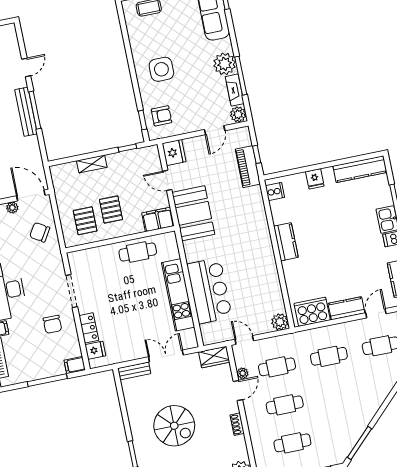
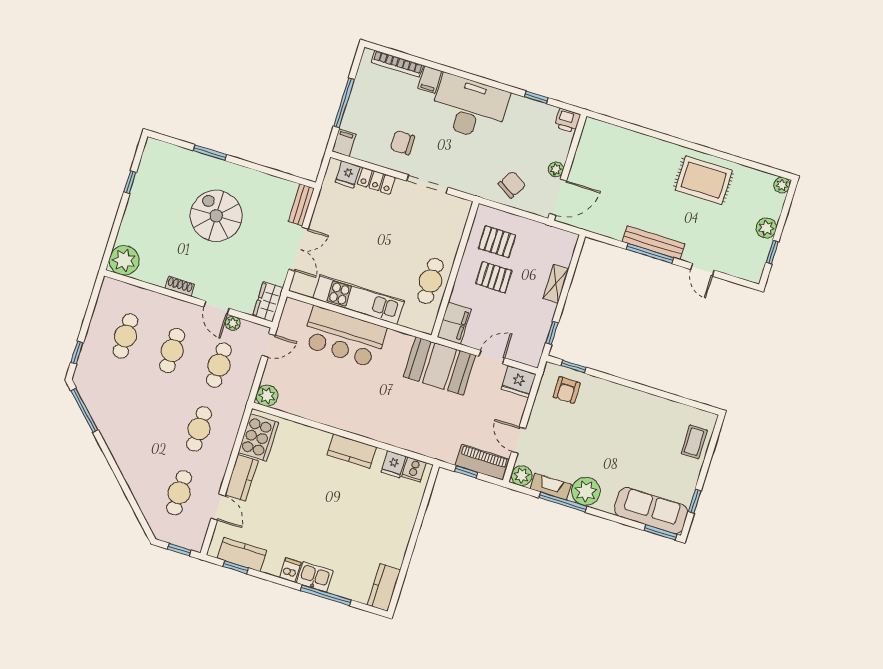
side table: (161, 69) -> (618, 418), removed
piano: (248, 167) -> (482, 462), moved
kitchen counter: (360, 169) -> (384, 587), width x0.67
fridge: (315, 179) -> (394, 464), moved, turned -90
spiral stairs: (174, 426) -> (216, 216), turned 90

